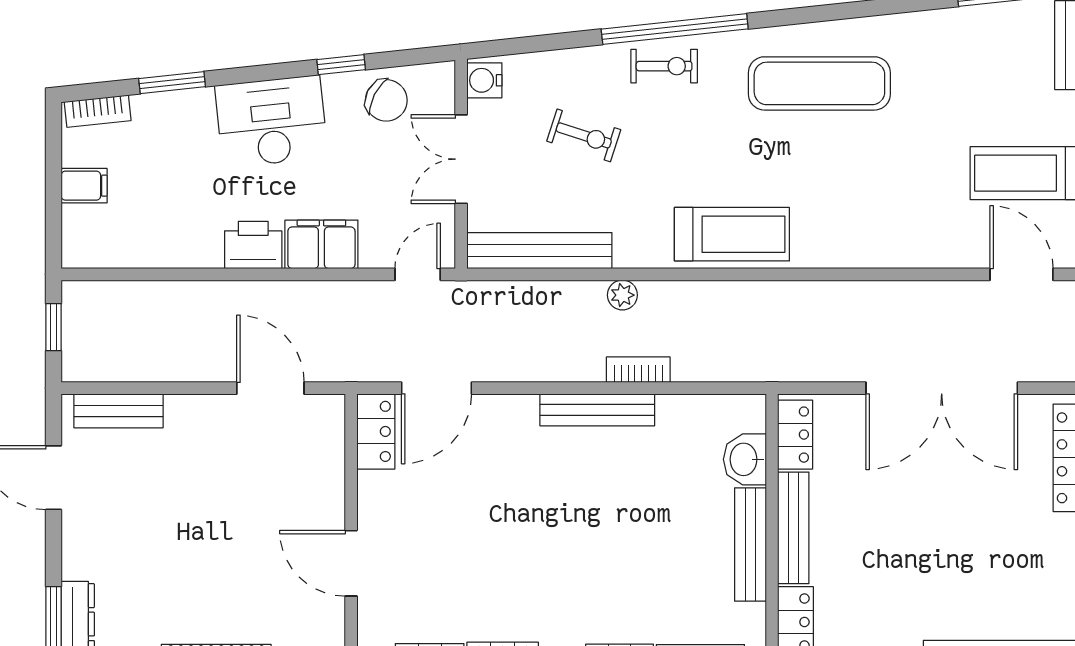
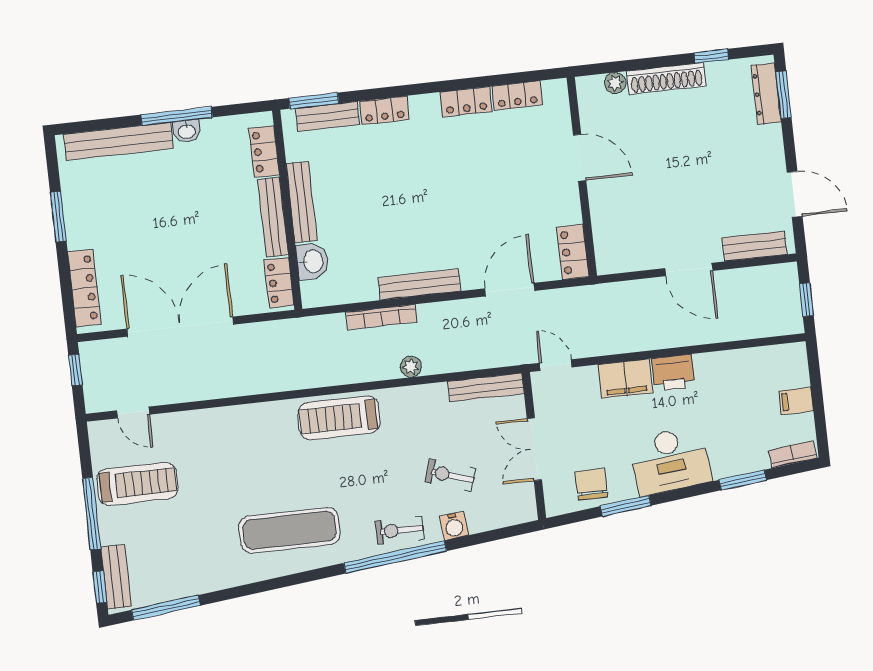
window: (341, 65) -> (626, 506), width x1.50
water cooler: (484, 80) -> (454, 526), moved, turned 84
chair: (386, 100) -> (591, 484), turned 63
double door: (461, 159) -> (534, 449), swing flipped
bench: (539, 251) -> (486, 387), width x0.73, depth x0.82
door: (418, 274) -> (556, 365), swing flipped
door: (1021, 274) -> (133, 412), width x0.73
bookcase: (638, 370) -> (381, 317), width x1.56
door: (270, 388) -> (689, 270), moved
door: (437, 388) -> (510, 290), moved

